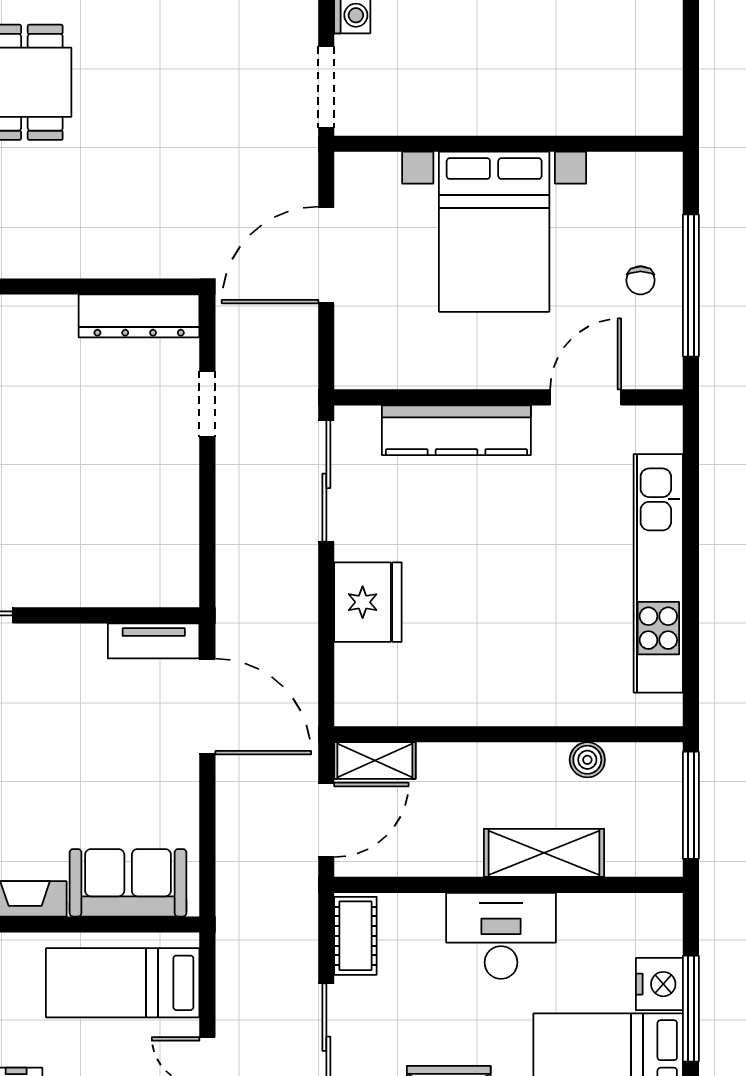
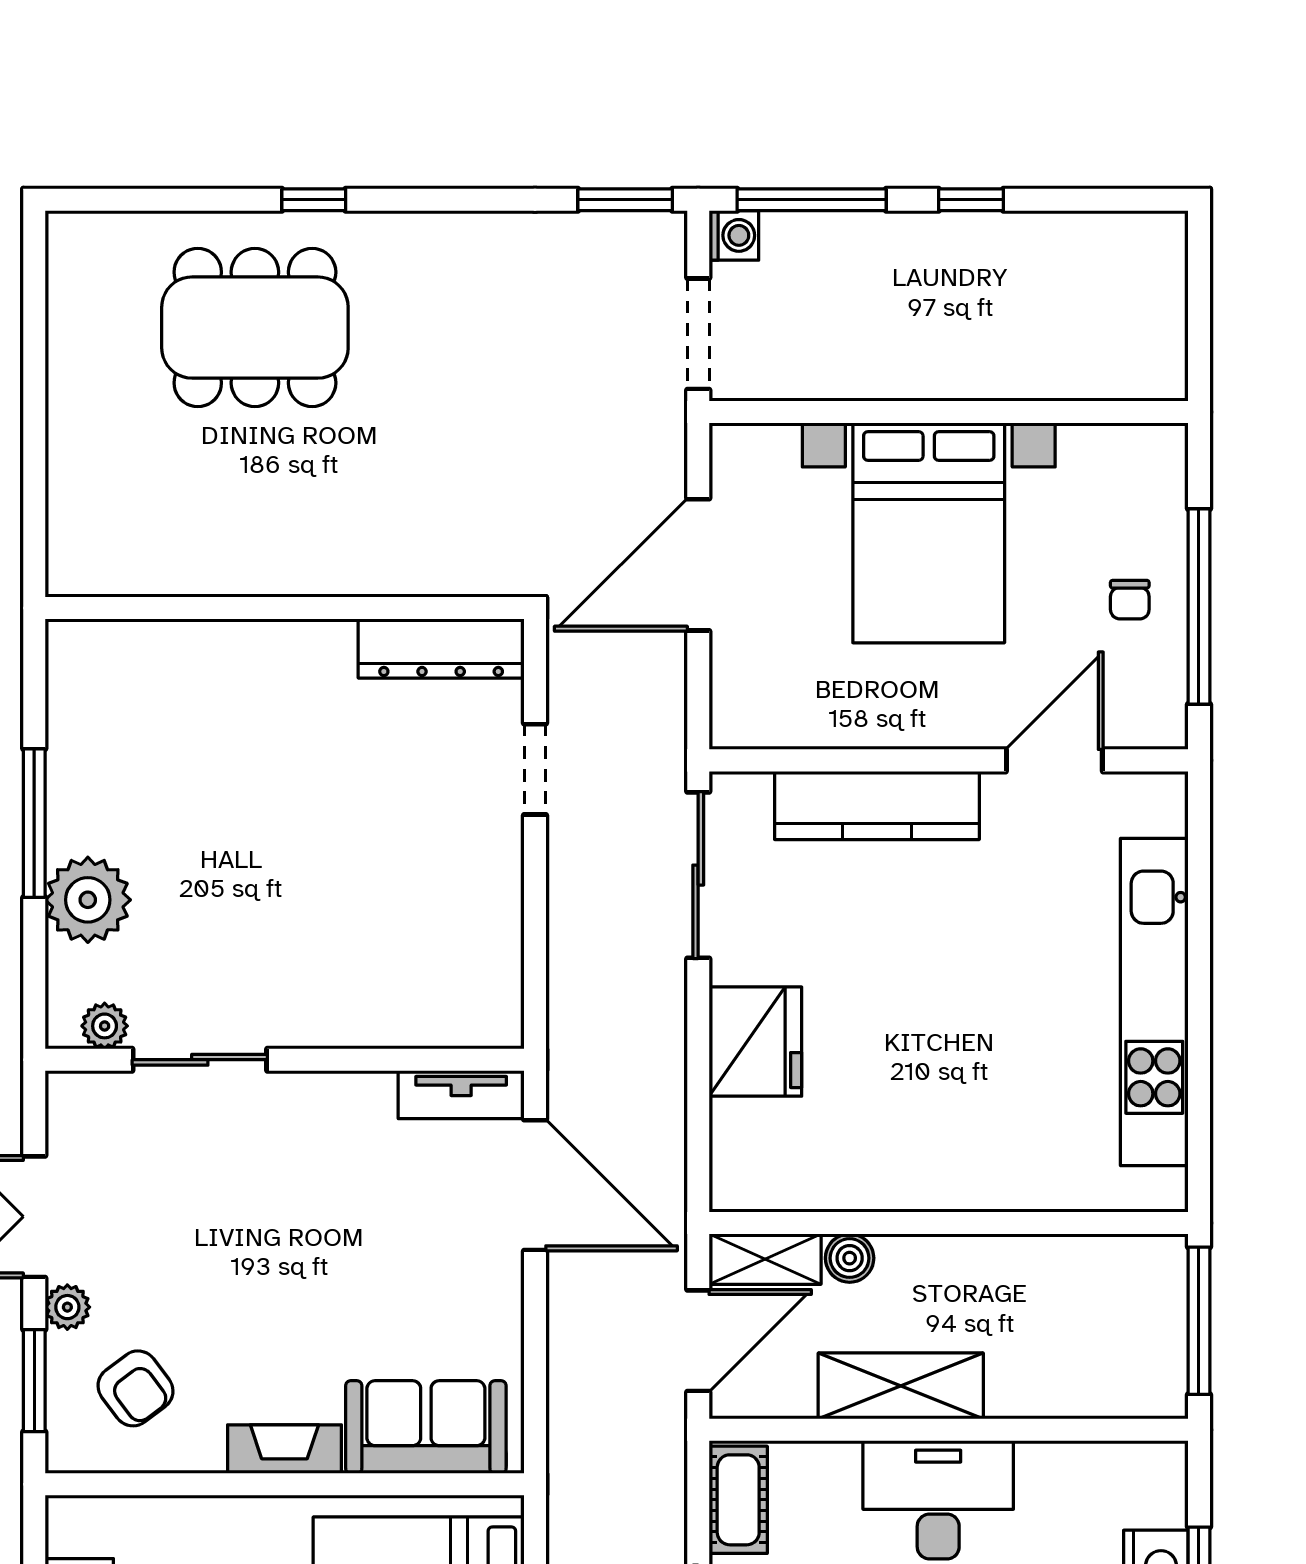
boiler: (587, 760) -> (850, 1258), moved
shelving: (544, 853) -> (901, 1386), moved

